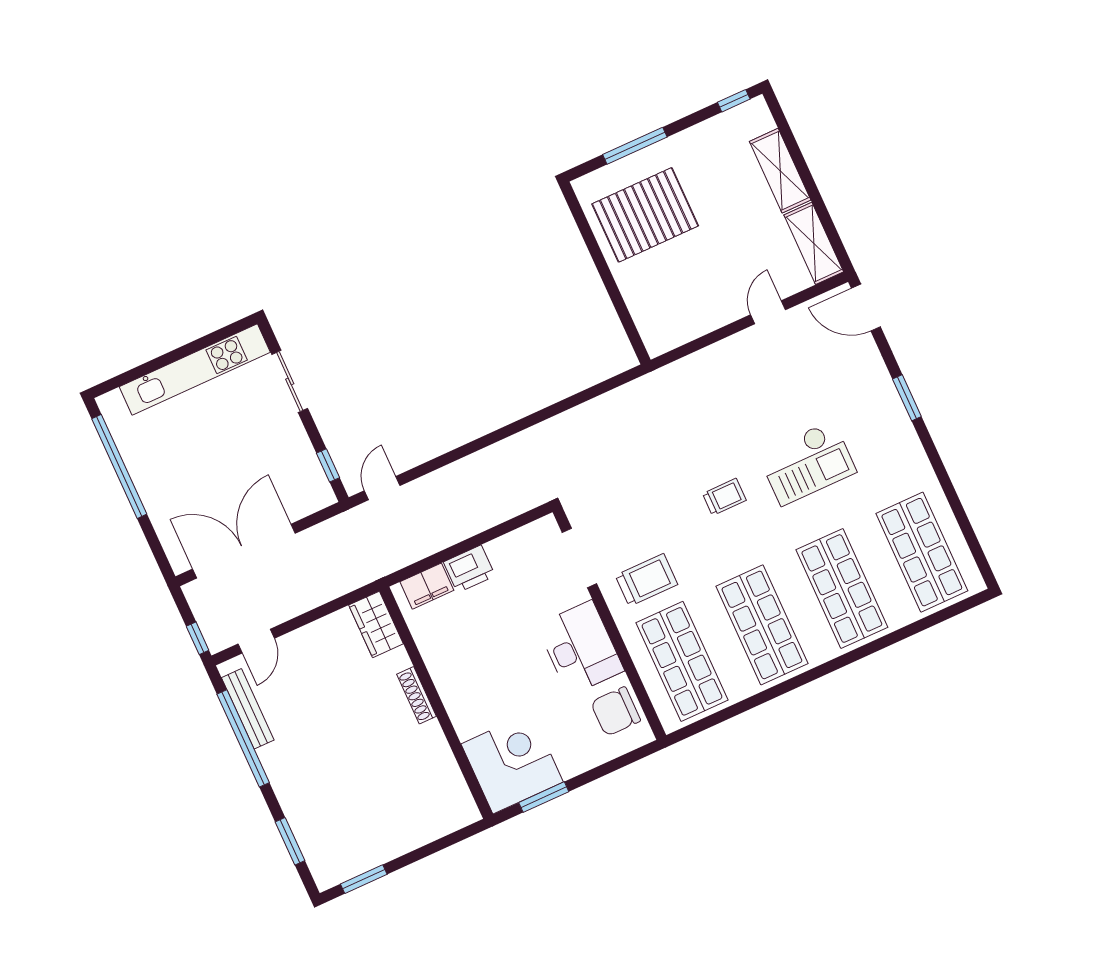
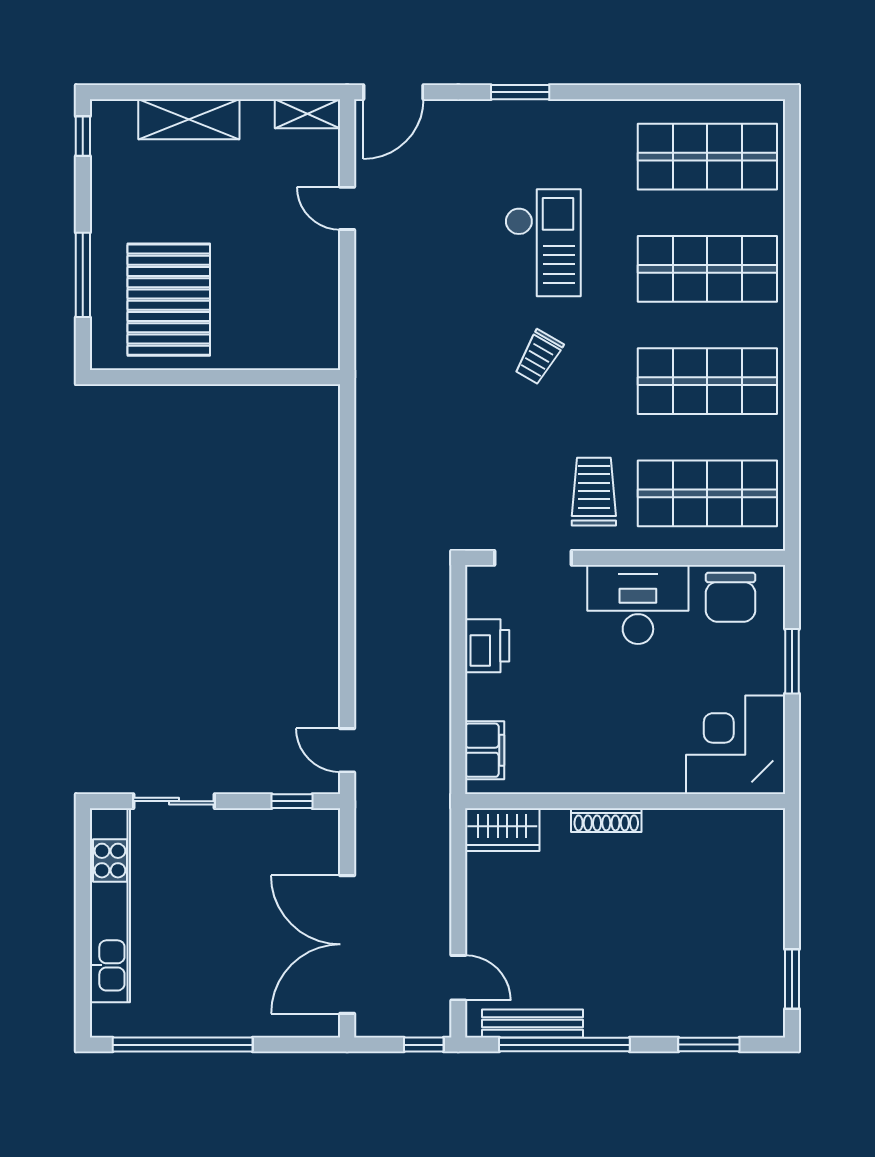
shelving: (814, 243) -> (307, 114), width x0.67, depth x0.75
trolley: (724, 497) -> (539, 357), turned -150
printer: (469, 569) -> (487, 646), moved
window: (544, 797) -> (792, 661), moved

